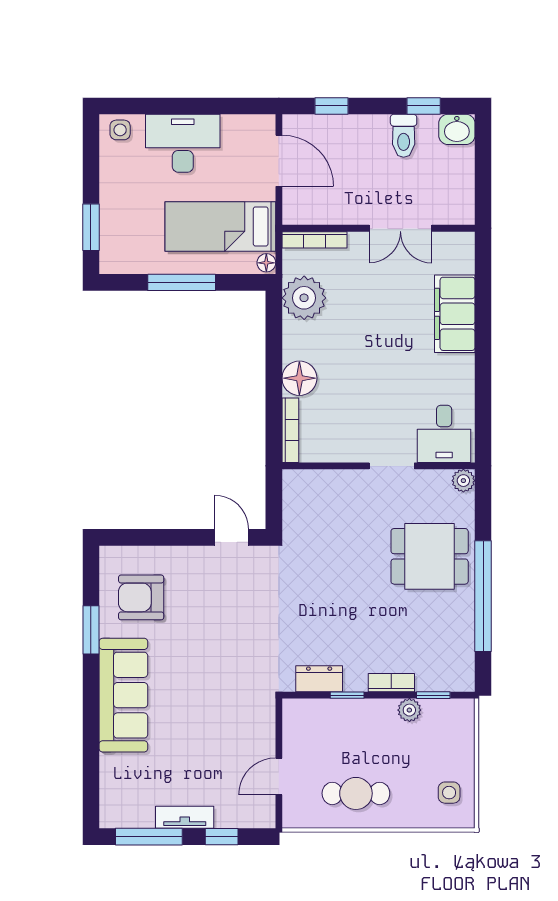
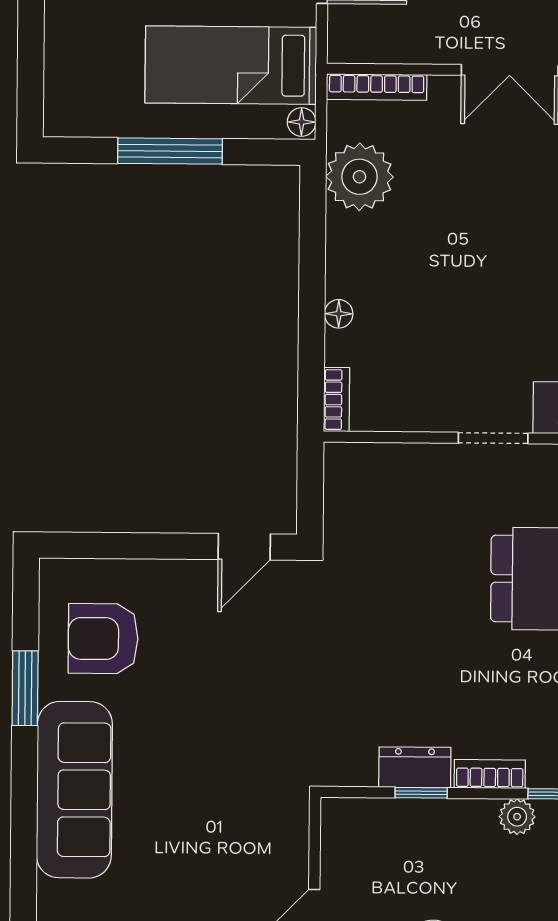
window: (91, 227) -> (31, 65), removed
floor lamp: (299, 378) -> (339, 314), width x0.53, depth x0.53
bookcase: (290, 430) -> (336, 400), width x0.64
door: (232, 537) -> (244, 547), swing flipped
dresser: (319, 679) -> (415, 767), moved

